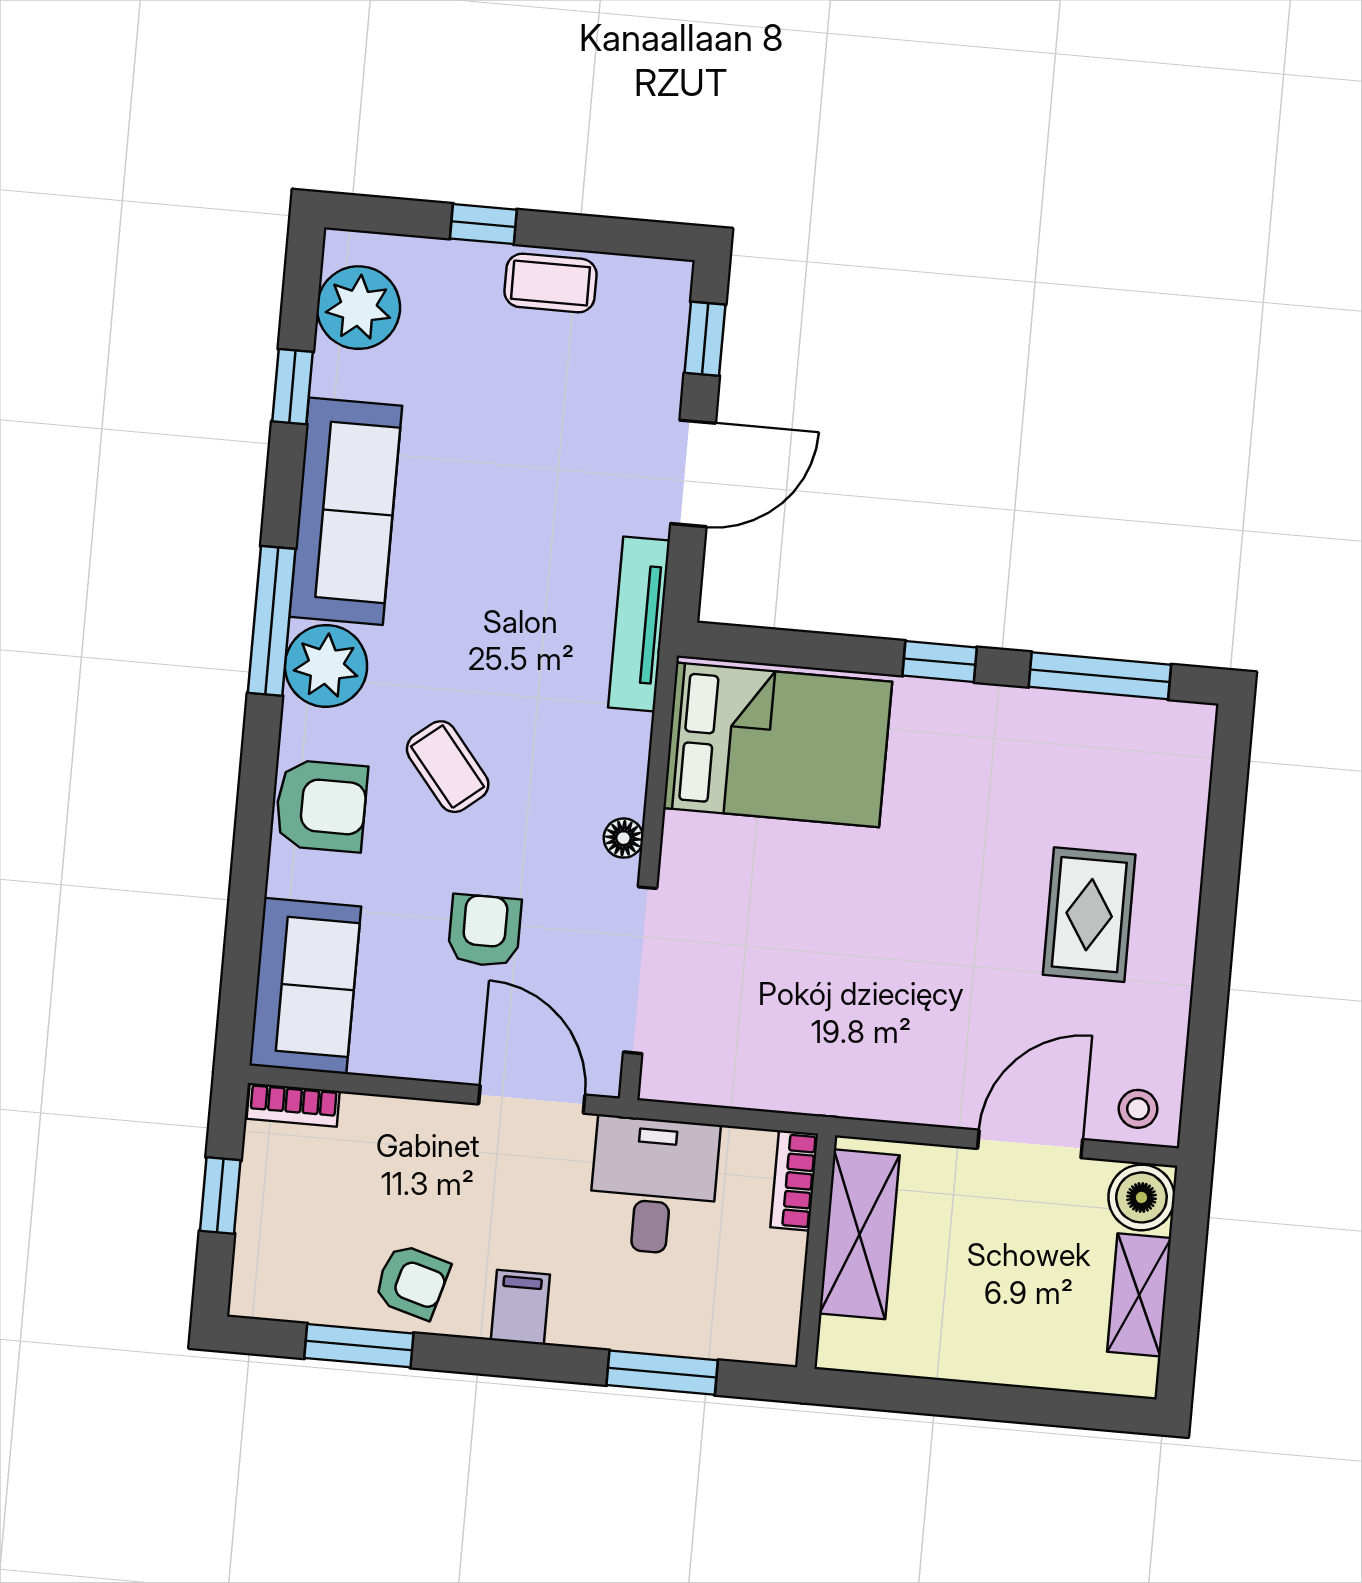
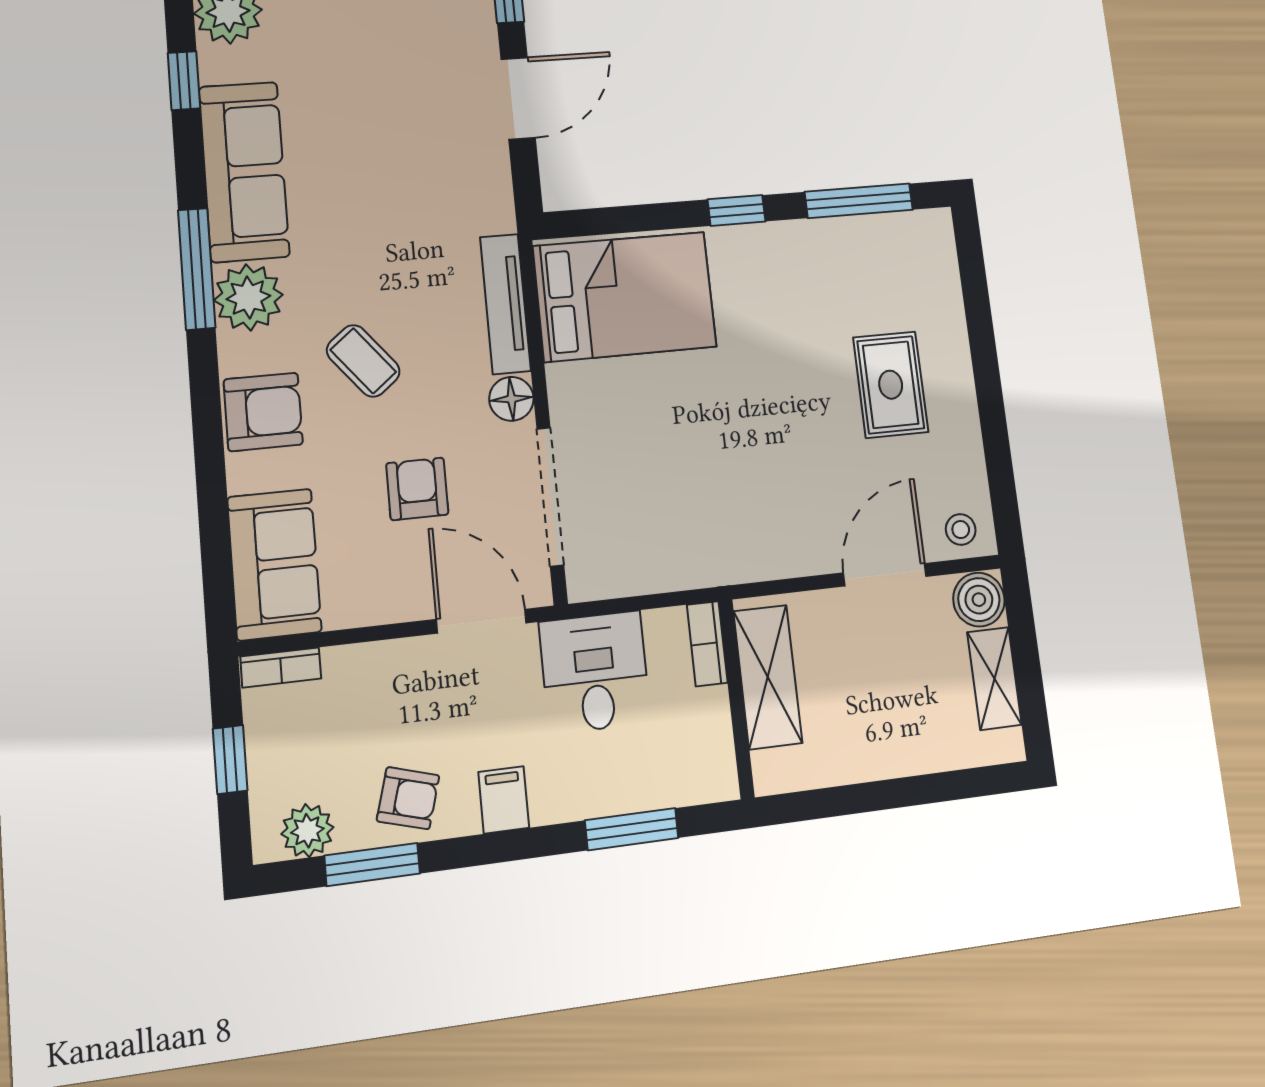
tv unit: (639, 624) -> (505, 304), moved
floor lamp: (623, 838) -> (511, 399), width x1.37, depth x1.37
plant: (293, 1293) -> (307, 831), added

